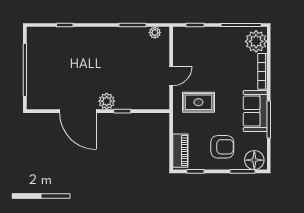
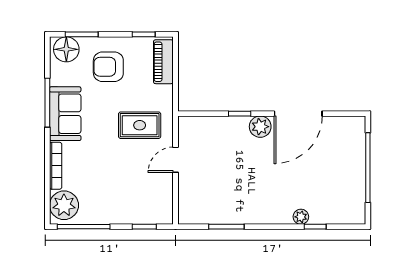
plant: (155, 33) -> (301, 217), moved
door: (78, 111) -> (298, 114), swing flipped

